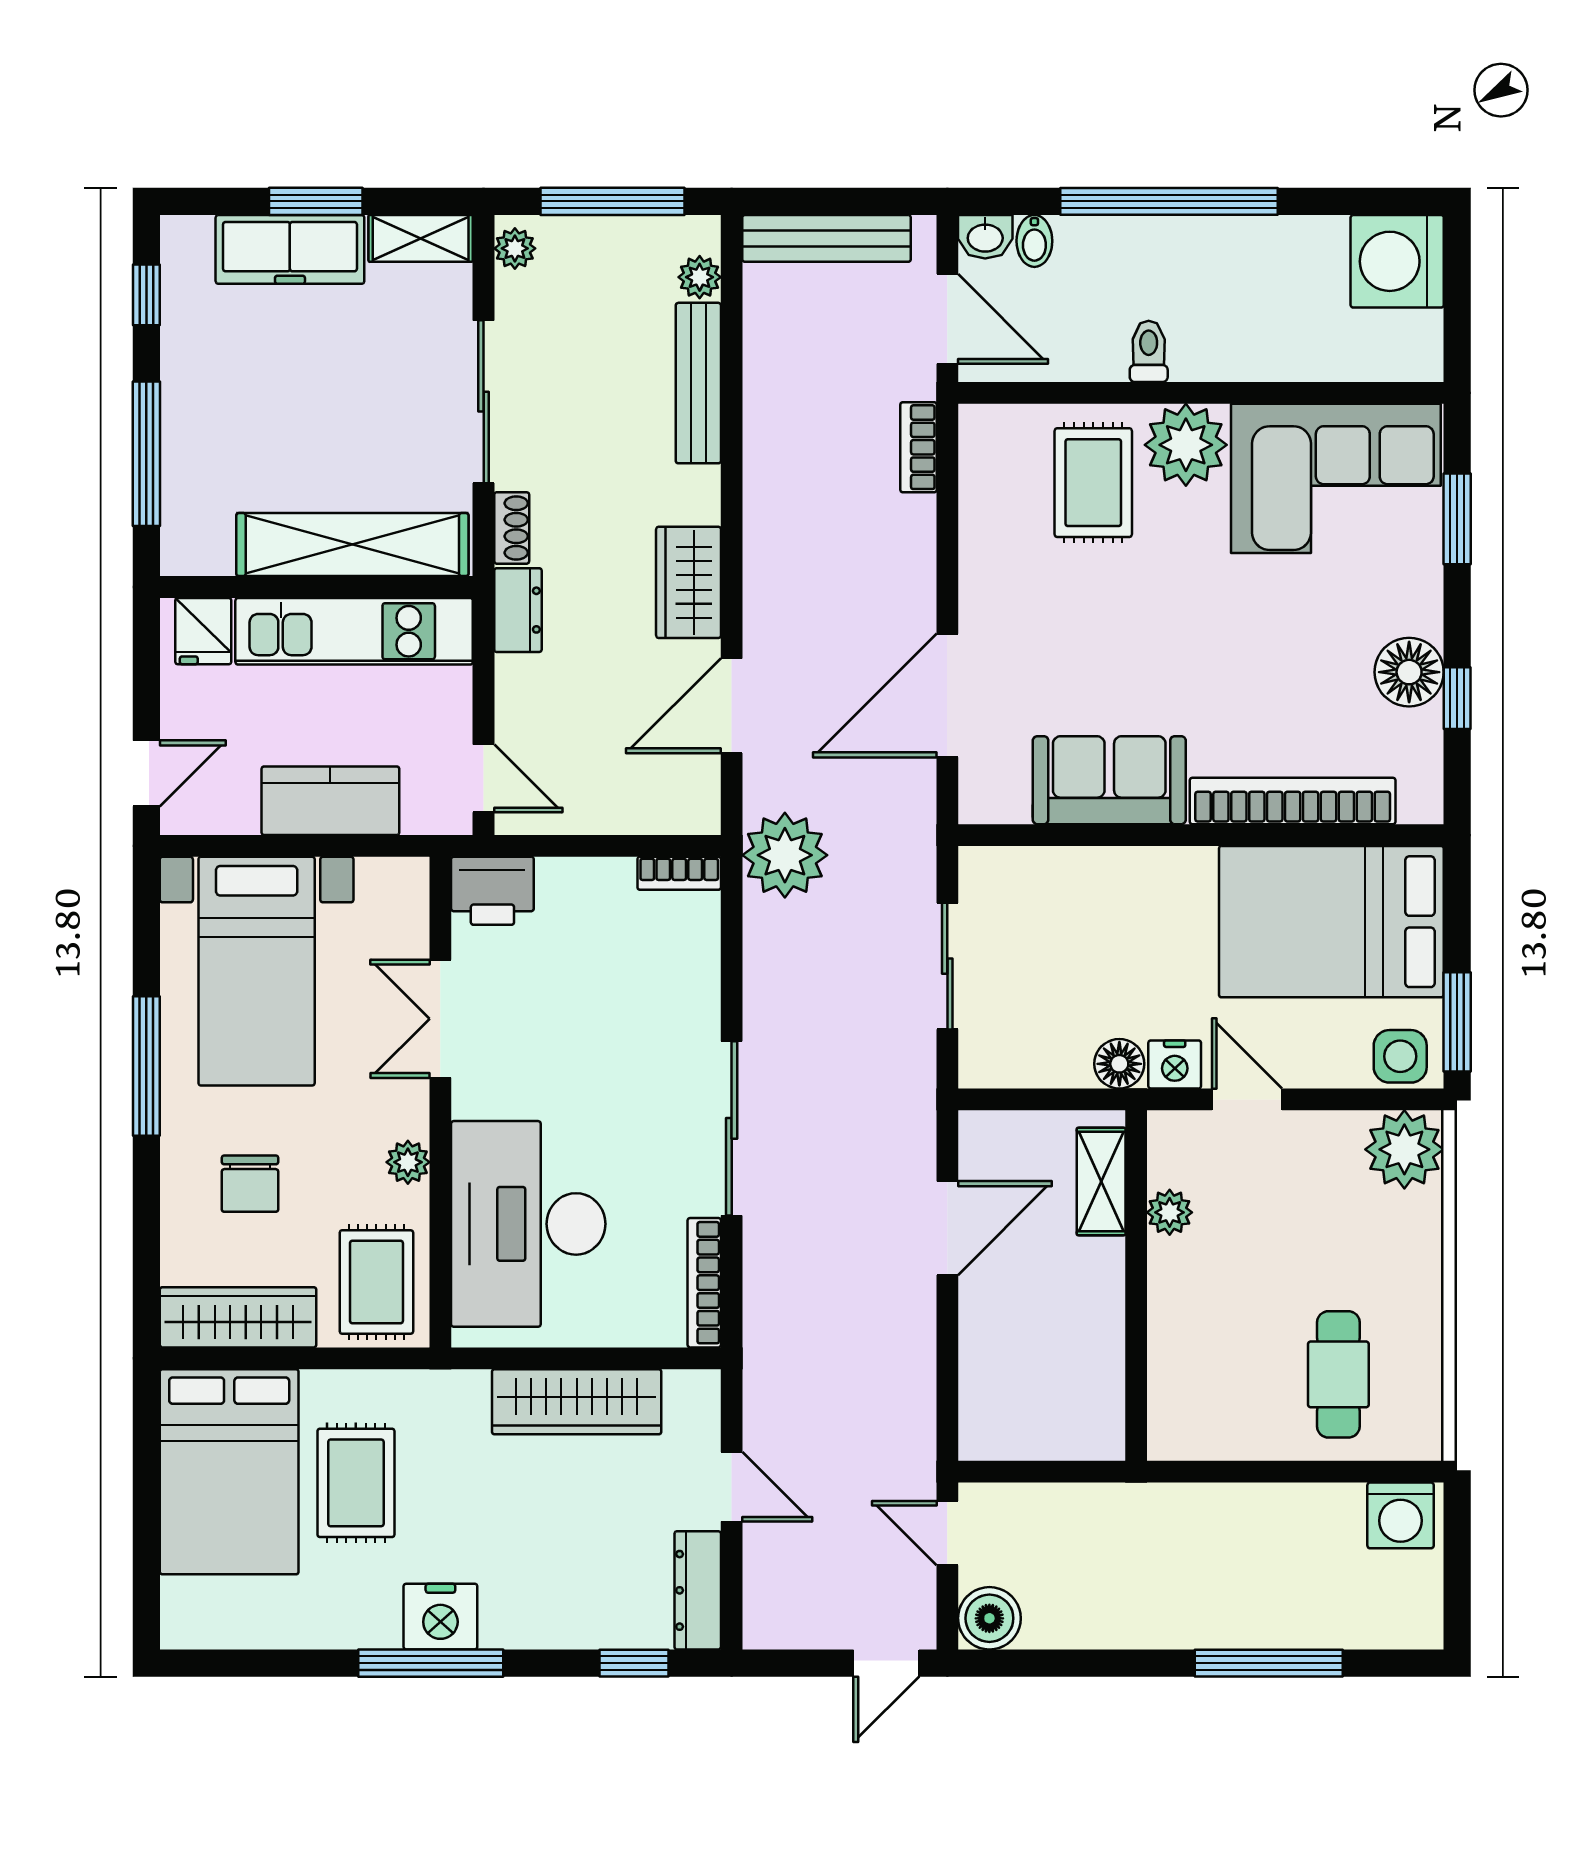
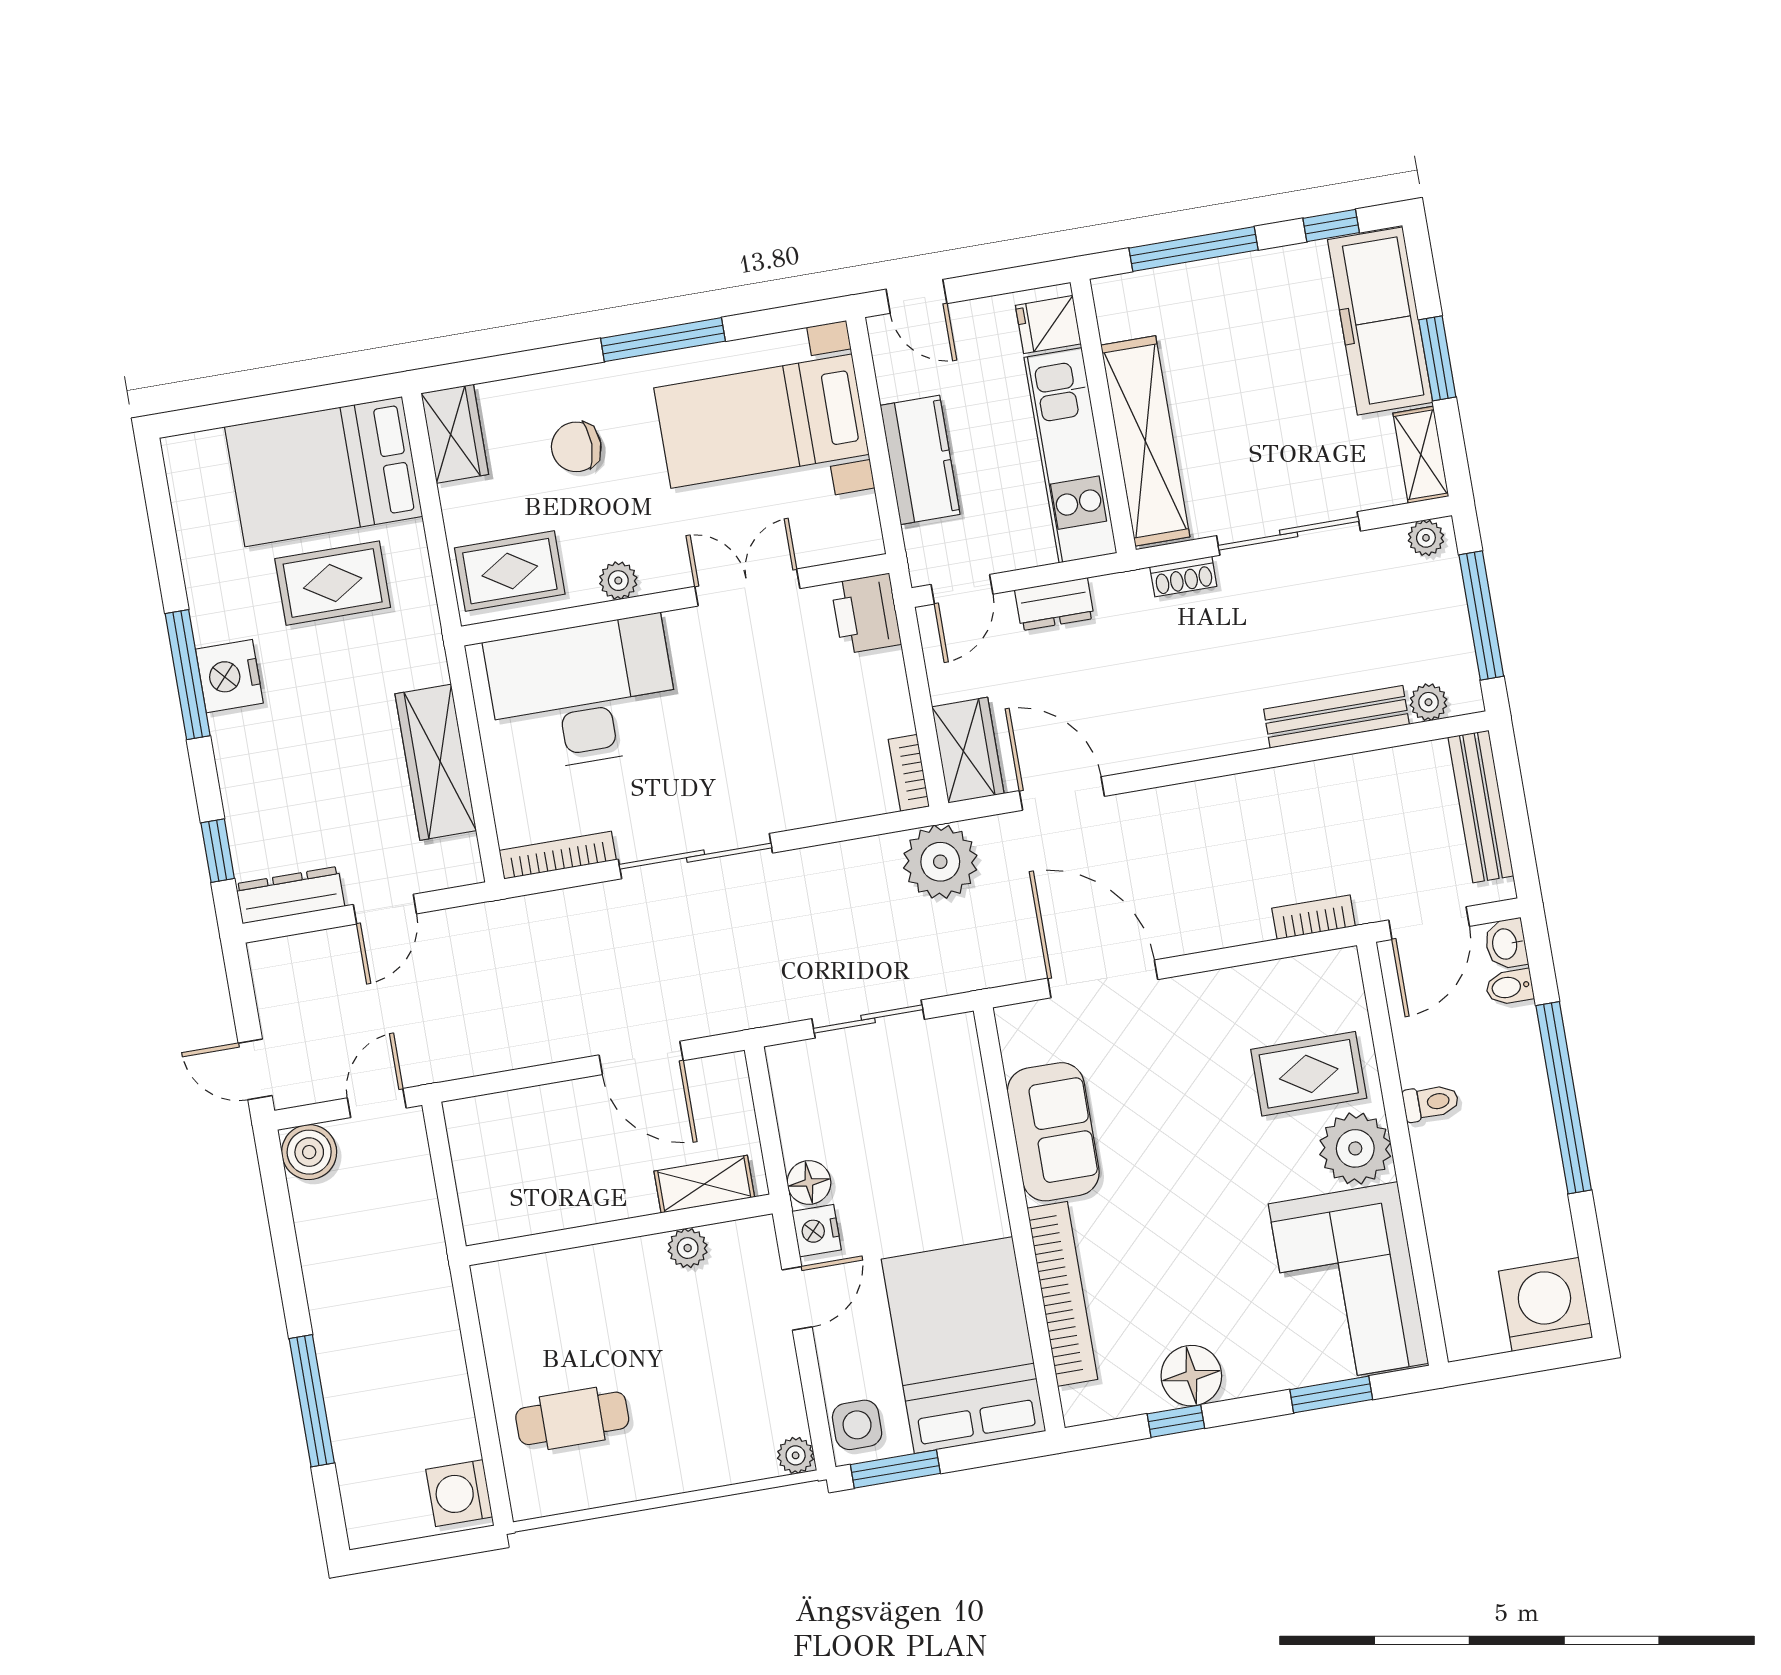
freezer: (290, 249) -> (1380, 321), width x1.36, depth x1.26
wardrobe: (689, 582) -> (968, 750), moved, turned 90
dresser: (518, 610) -> (1054, 604), moved
plant: (1404, 1149) -> (796, 1455), width x0.53, depth x0.53
wardrobe: (238, 1317) -> (455, 434), width x0.67

